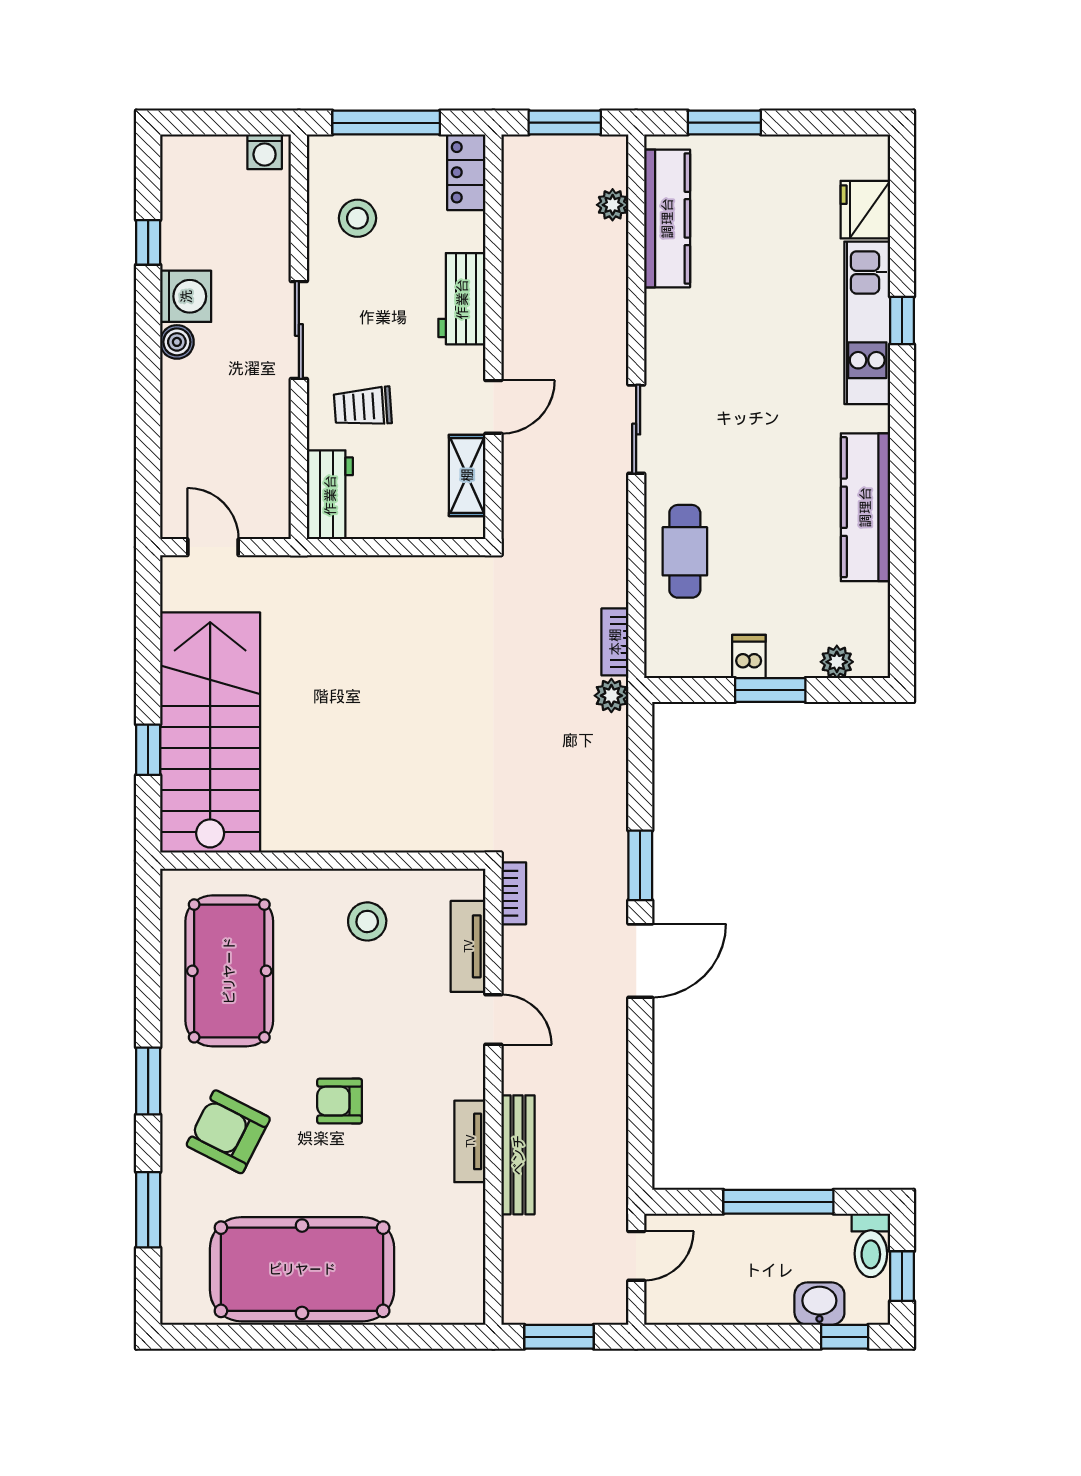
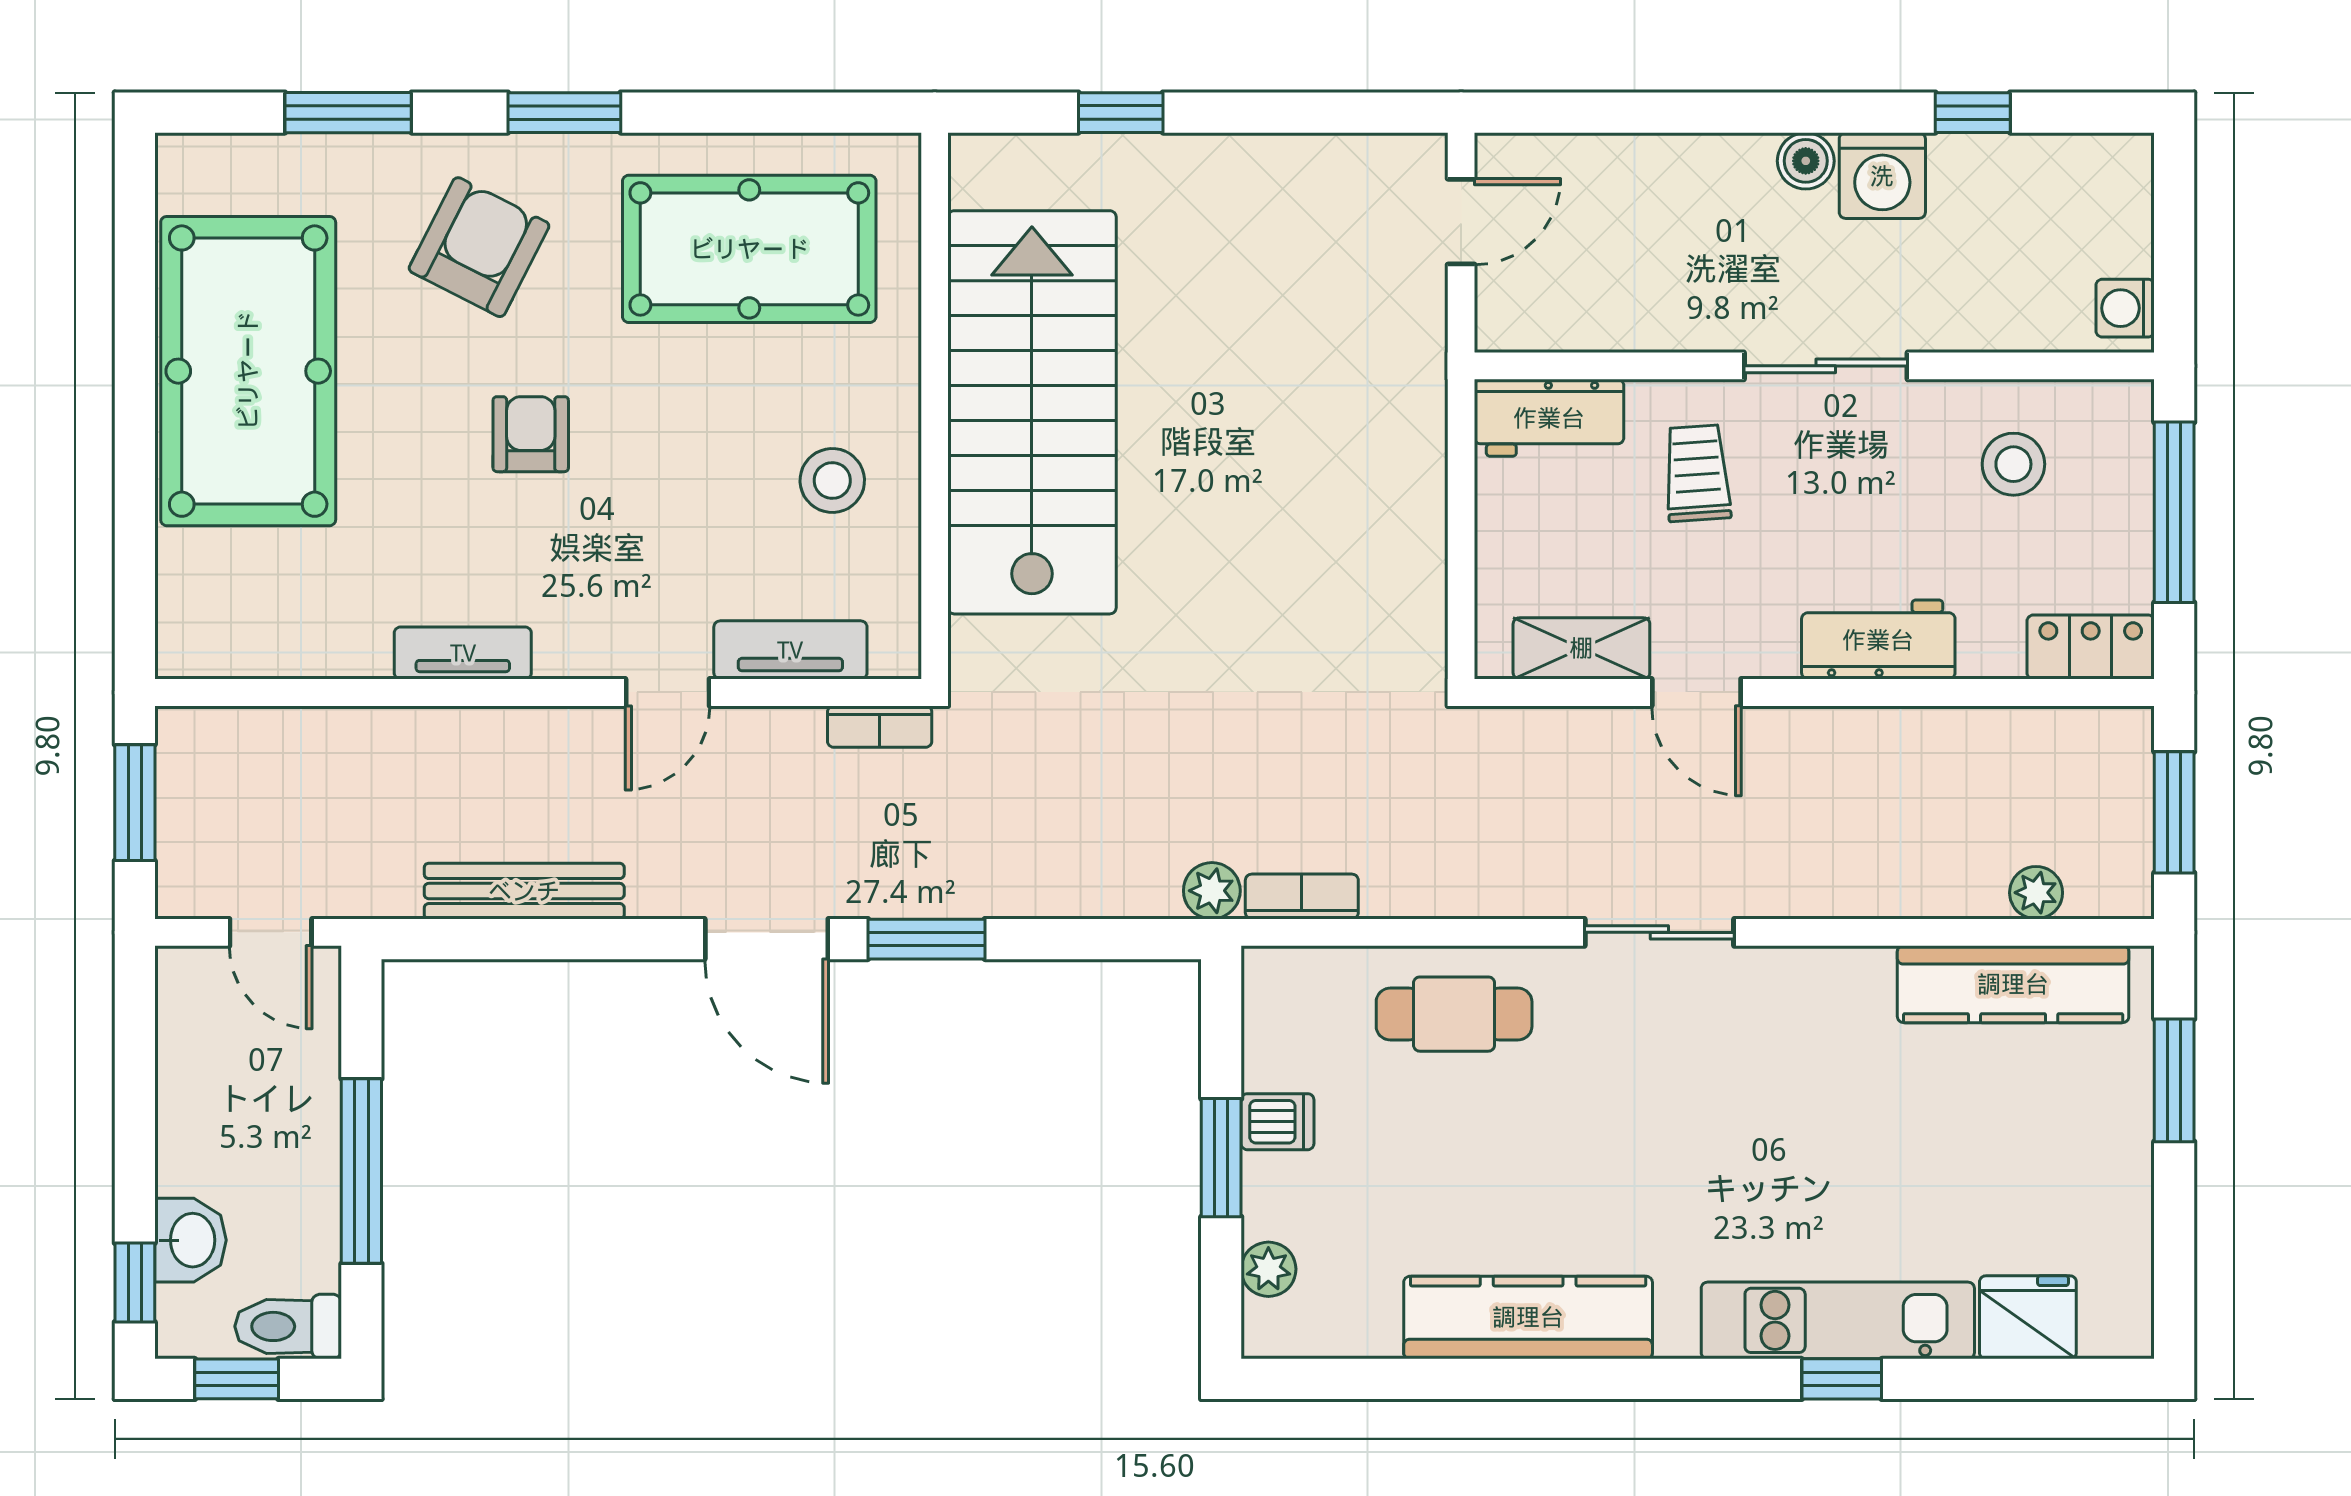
stairs: (210, 733) -> (1032, 412), moved, turned -90
bench: (518, 1155) -> (524, 891), moved

